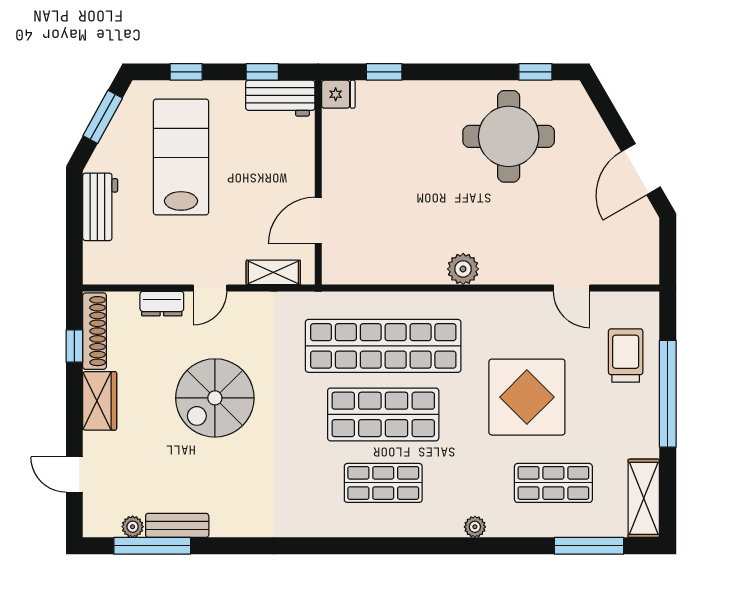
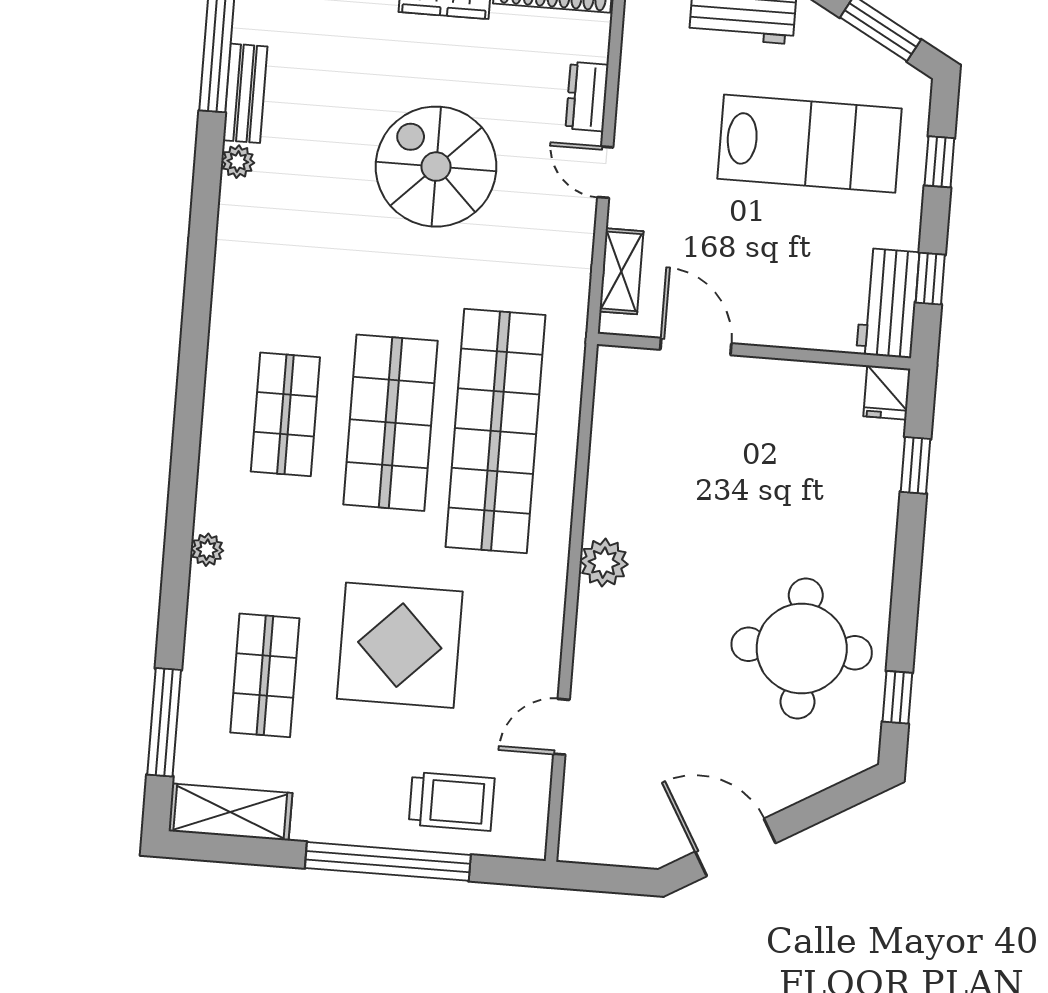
plant: (133, 527) -> (238, 162), moved

